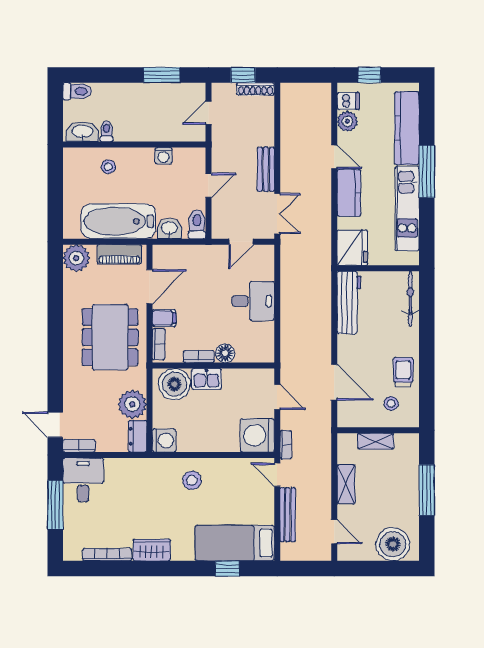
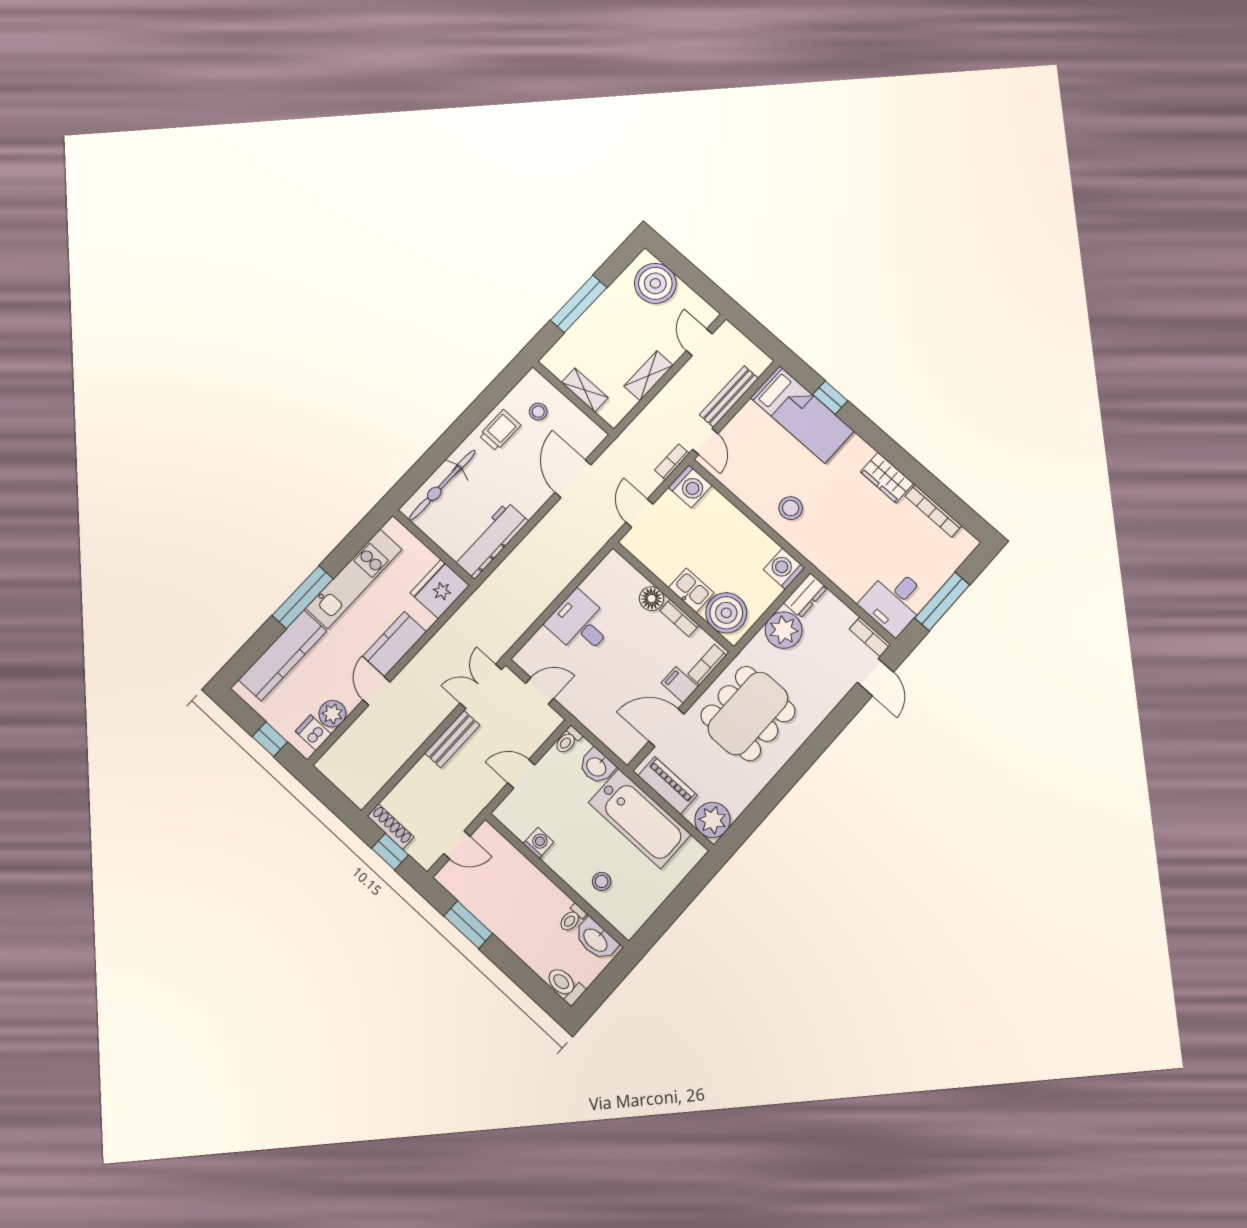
toilet: (197, 224) -> (568, 740), width x0.73, depth x0.72
bicycle: (410, 299) -> (442, 485), width x1.37, depth x1.40
trolley: (403, 372) -> (500, 430), turned 180
washing machine: (257, 435) -> (690, 486), width x0.73, depth x0.73

